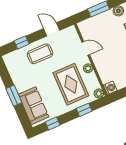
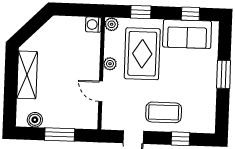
sofa: (34, 106) -> (187, 34), moved, turned -90

